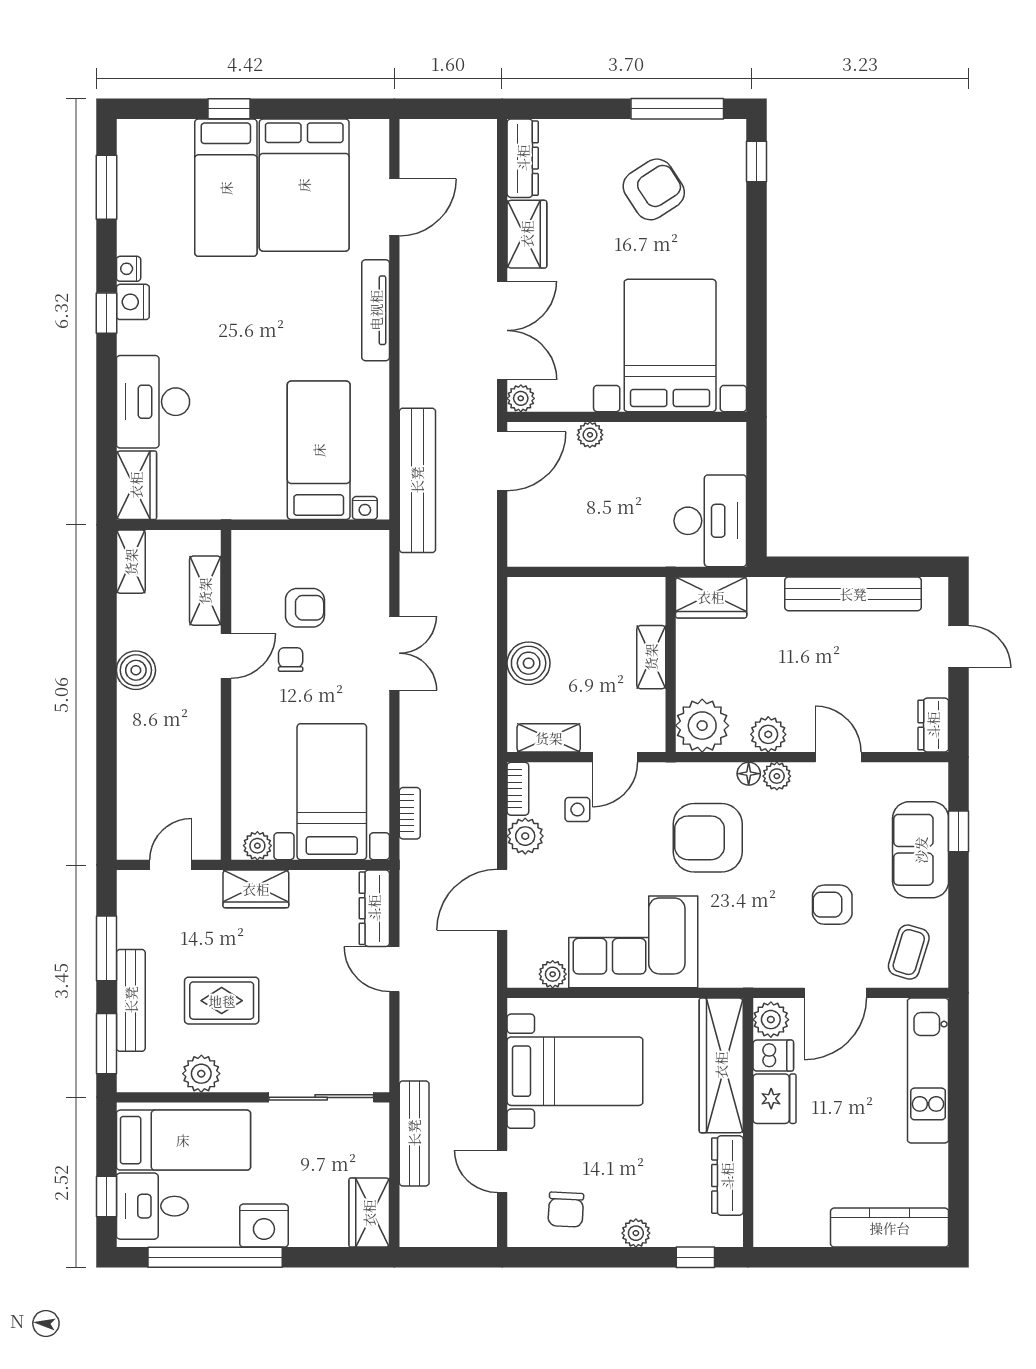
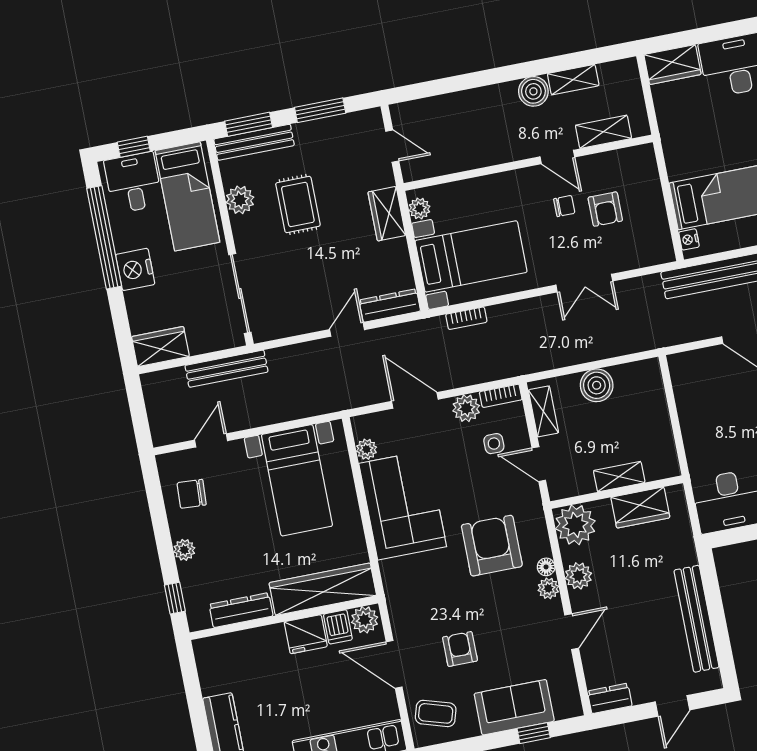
shelving: (131, 562) -> (573, 80), moved
wardrobe: (711, 597) -> (640, 507), moved, turned -90
bench: (131, 1000) -> (254, 142), moved

